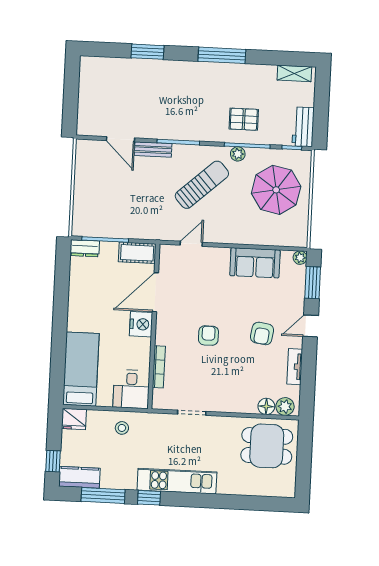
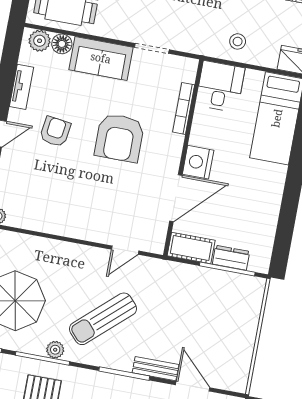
dresser: (85, 248) -> (231, 258), moved
sofa: (255, 263) -> (101, 58), moved, turned 180
armchair: (208, 336) -> (119, 138), width x1.88, depth x1.88

